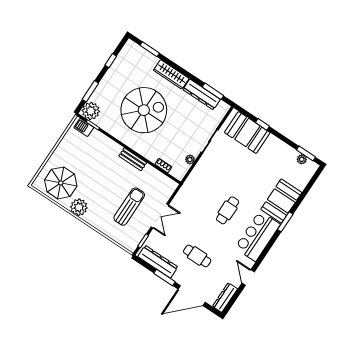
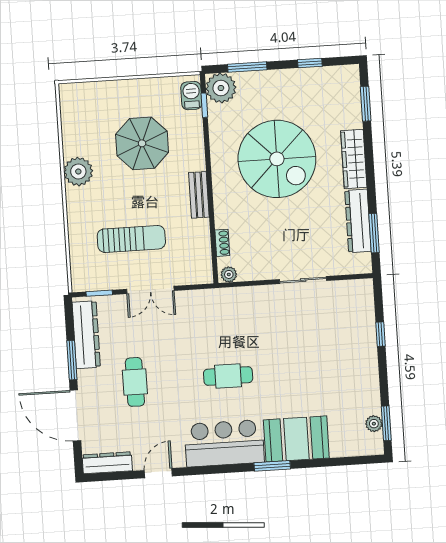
booth: (247, 133) -> (354, 322), removed
plant: (190, 160) -> (229, 274), moved
parasol: (61, 183) -> (142, 143), moved

